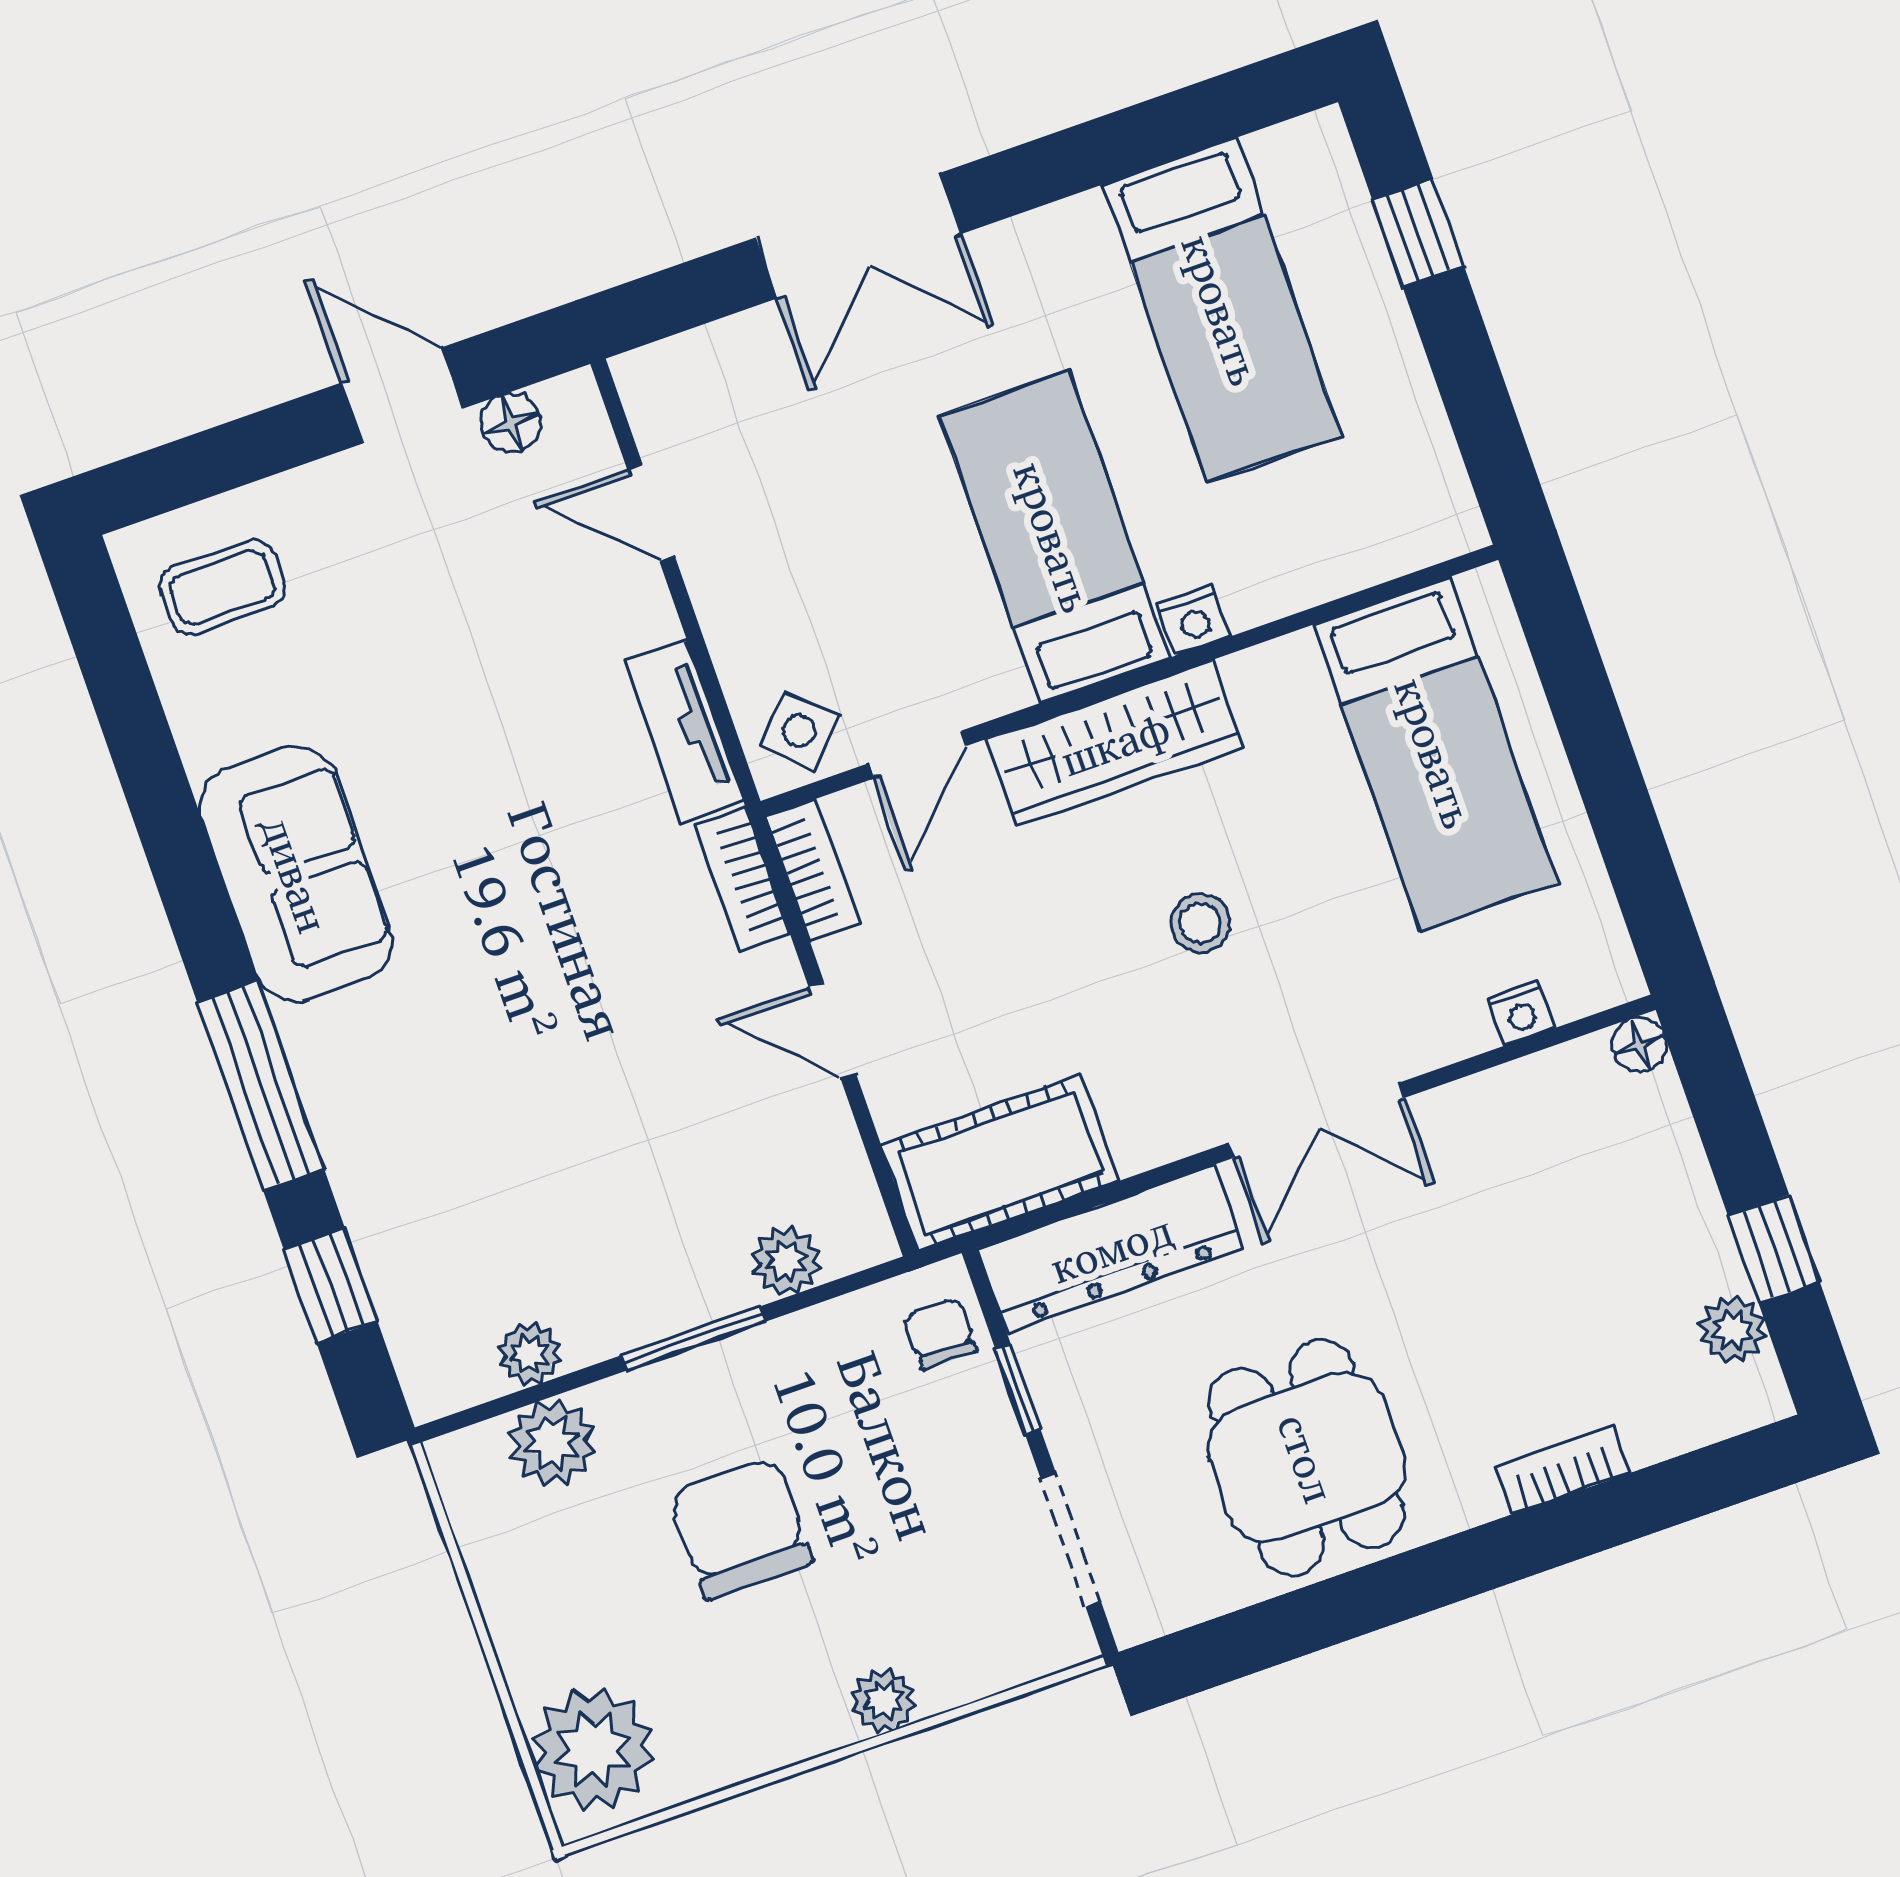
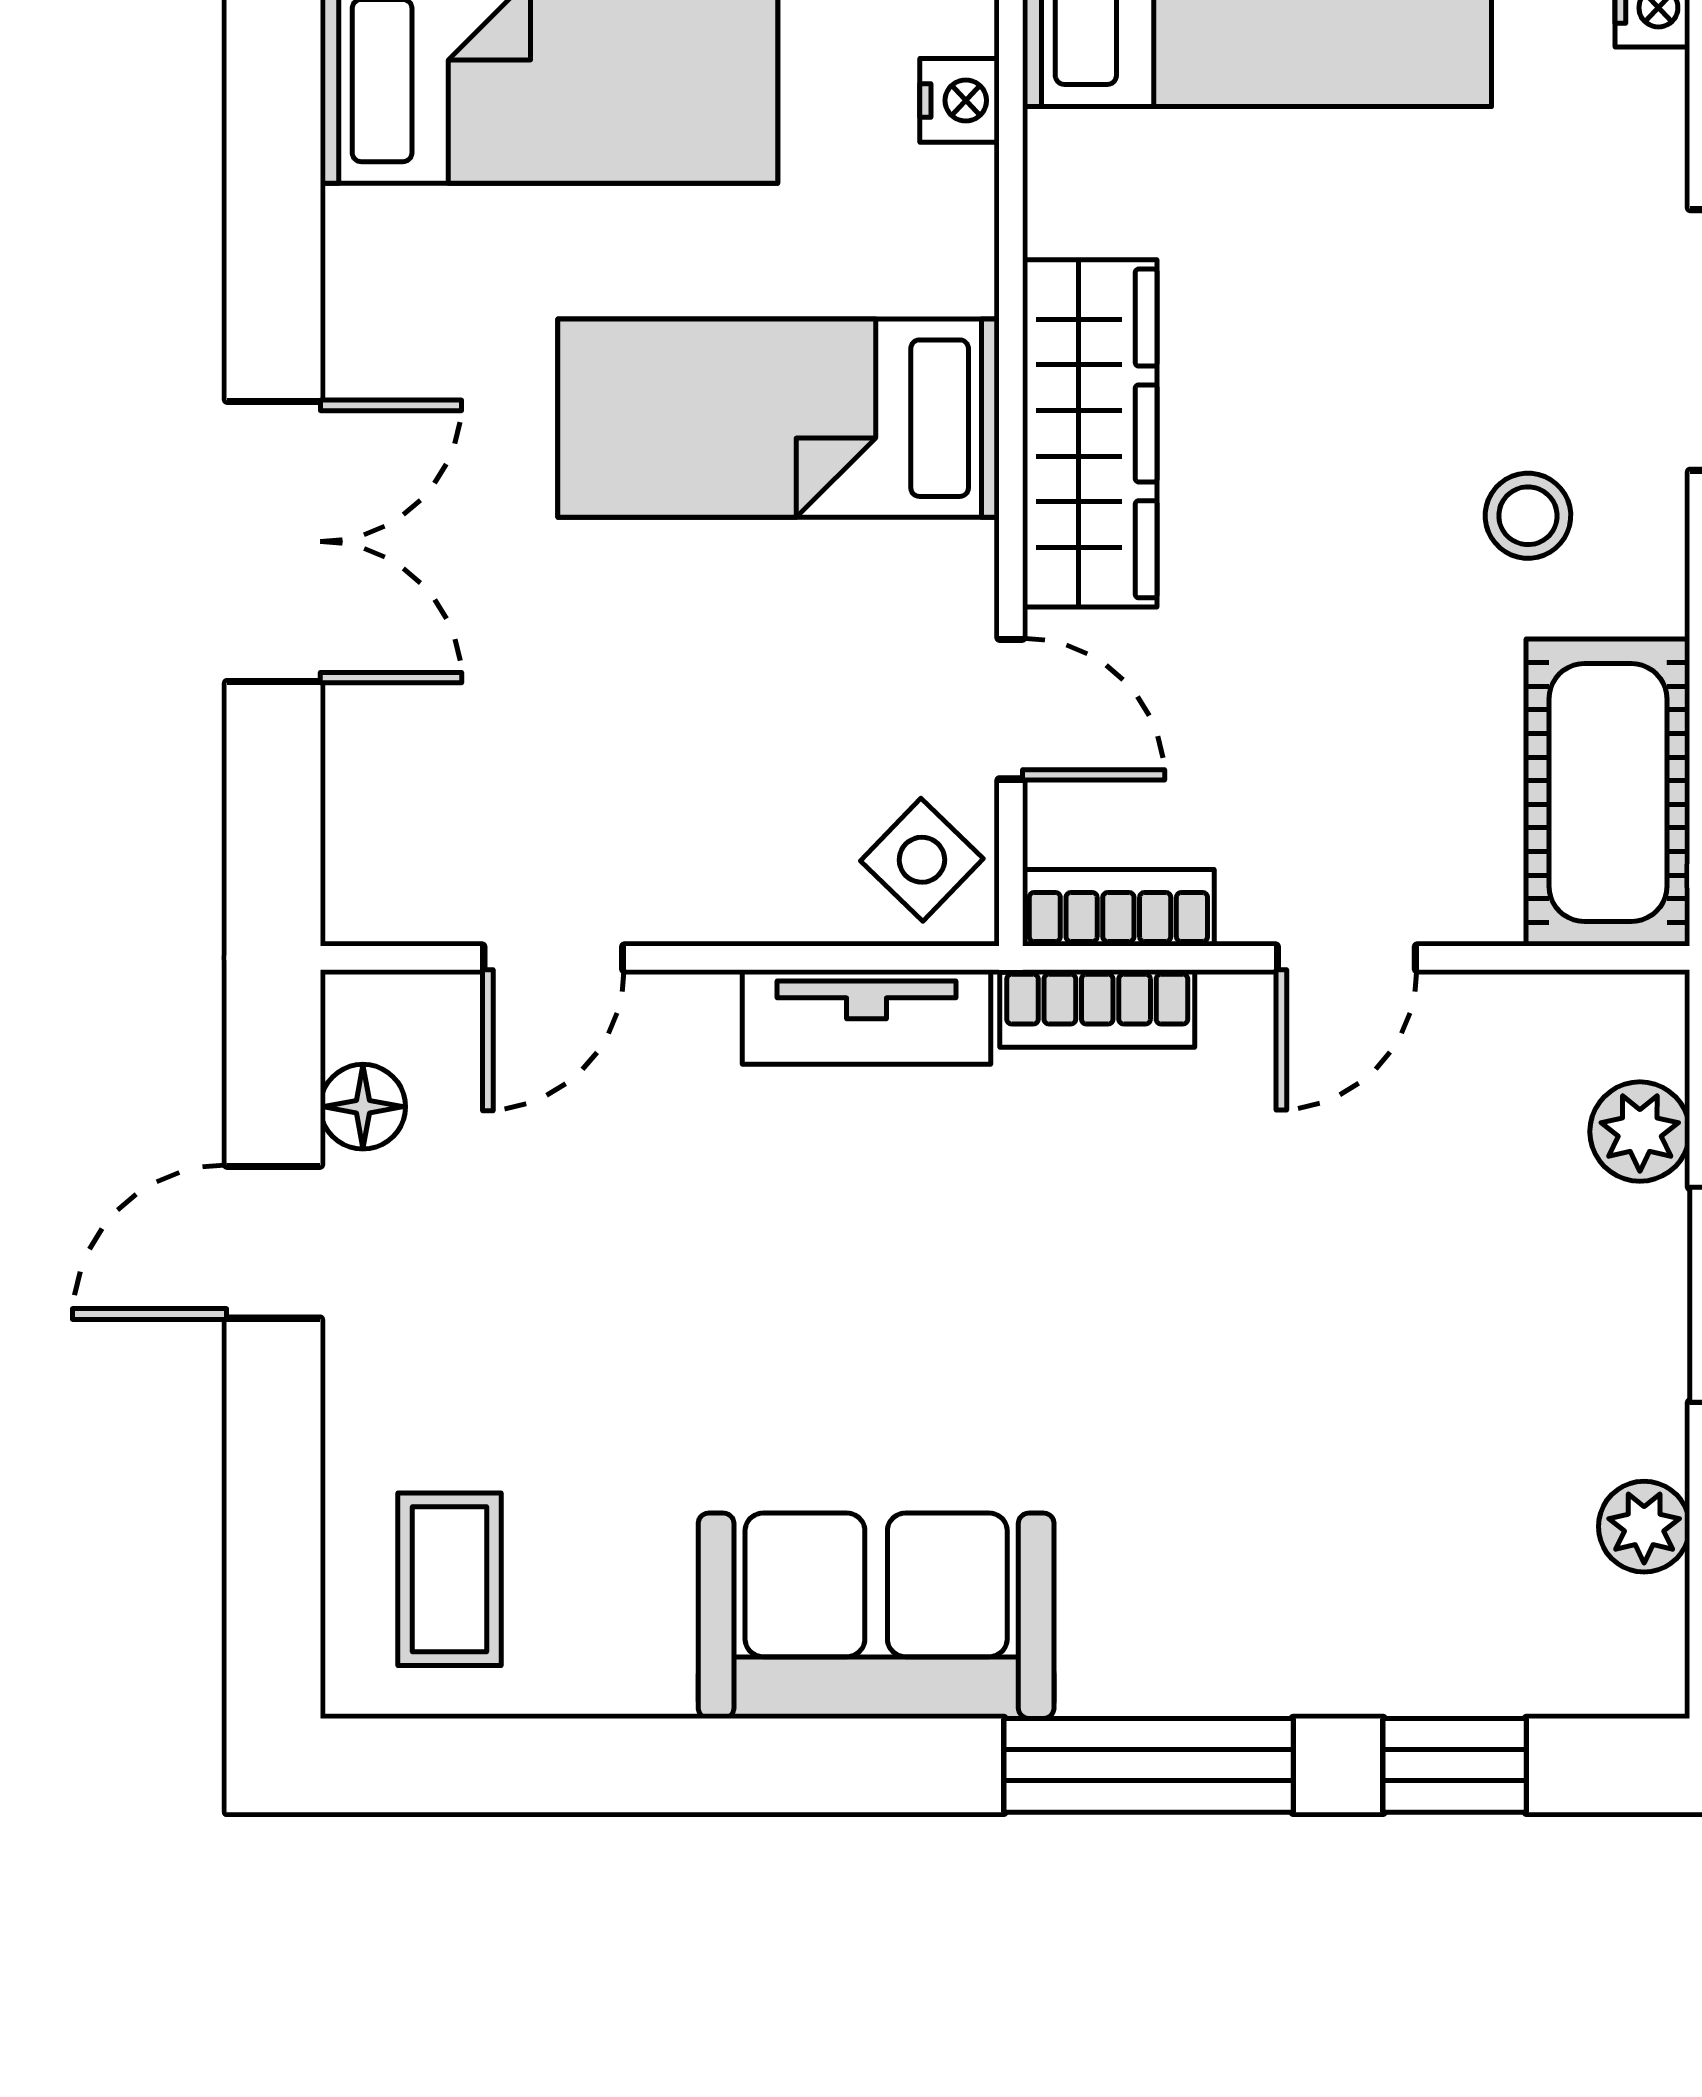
nightstand: (1194, 620) -> (959, 100), moved
stool: (1200, 923) -> (1528, 516), moved

